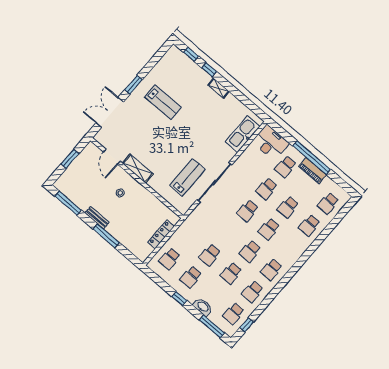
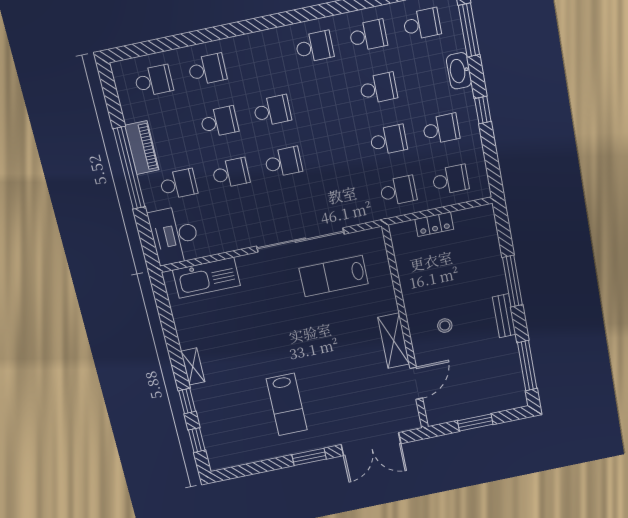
lab bench: (163, 102) -> (287, 404), turned 180
locker: (161, 234) -> (434, 224), width x0.66
school desk: (250, 251) -> (398, 191), moved

